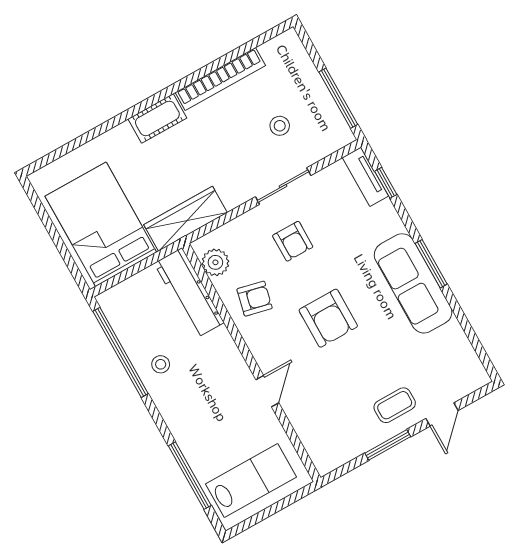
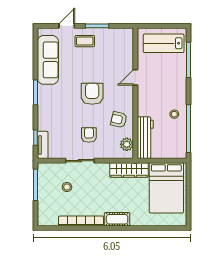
sofa: (413, 283) -> (48, 60), moved

